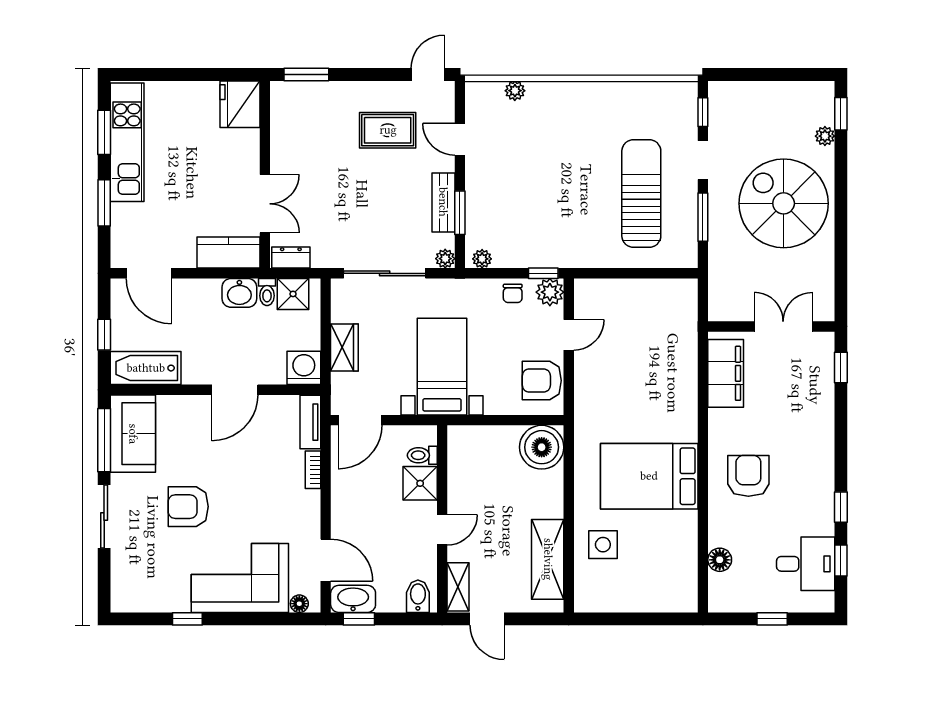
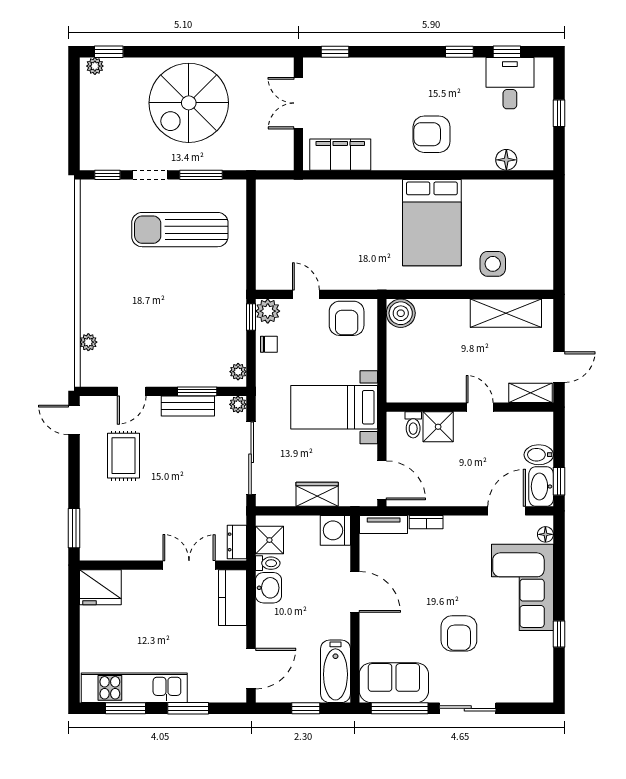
plant: (825, 136) -> (95, 66), moved
boiler: (542, 447) -> (401, 313), width x0.73, depth x0.73
bidet: (418, 596) -> (539, 455), moved

